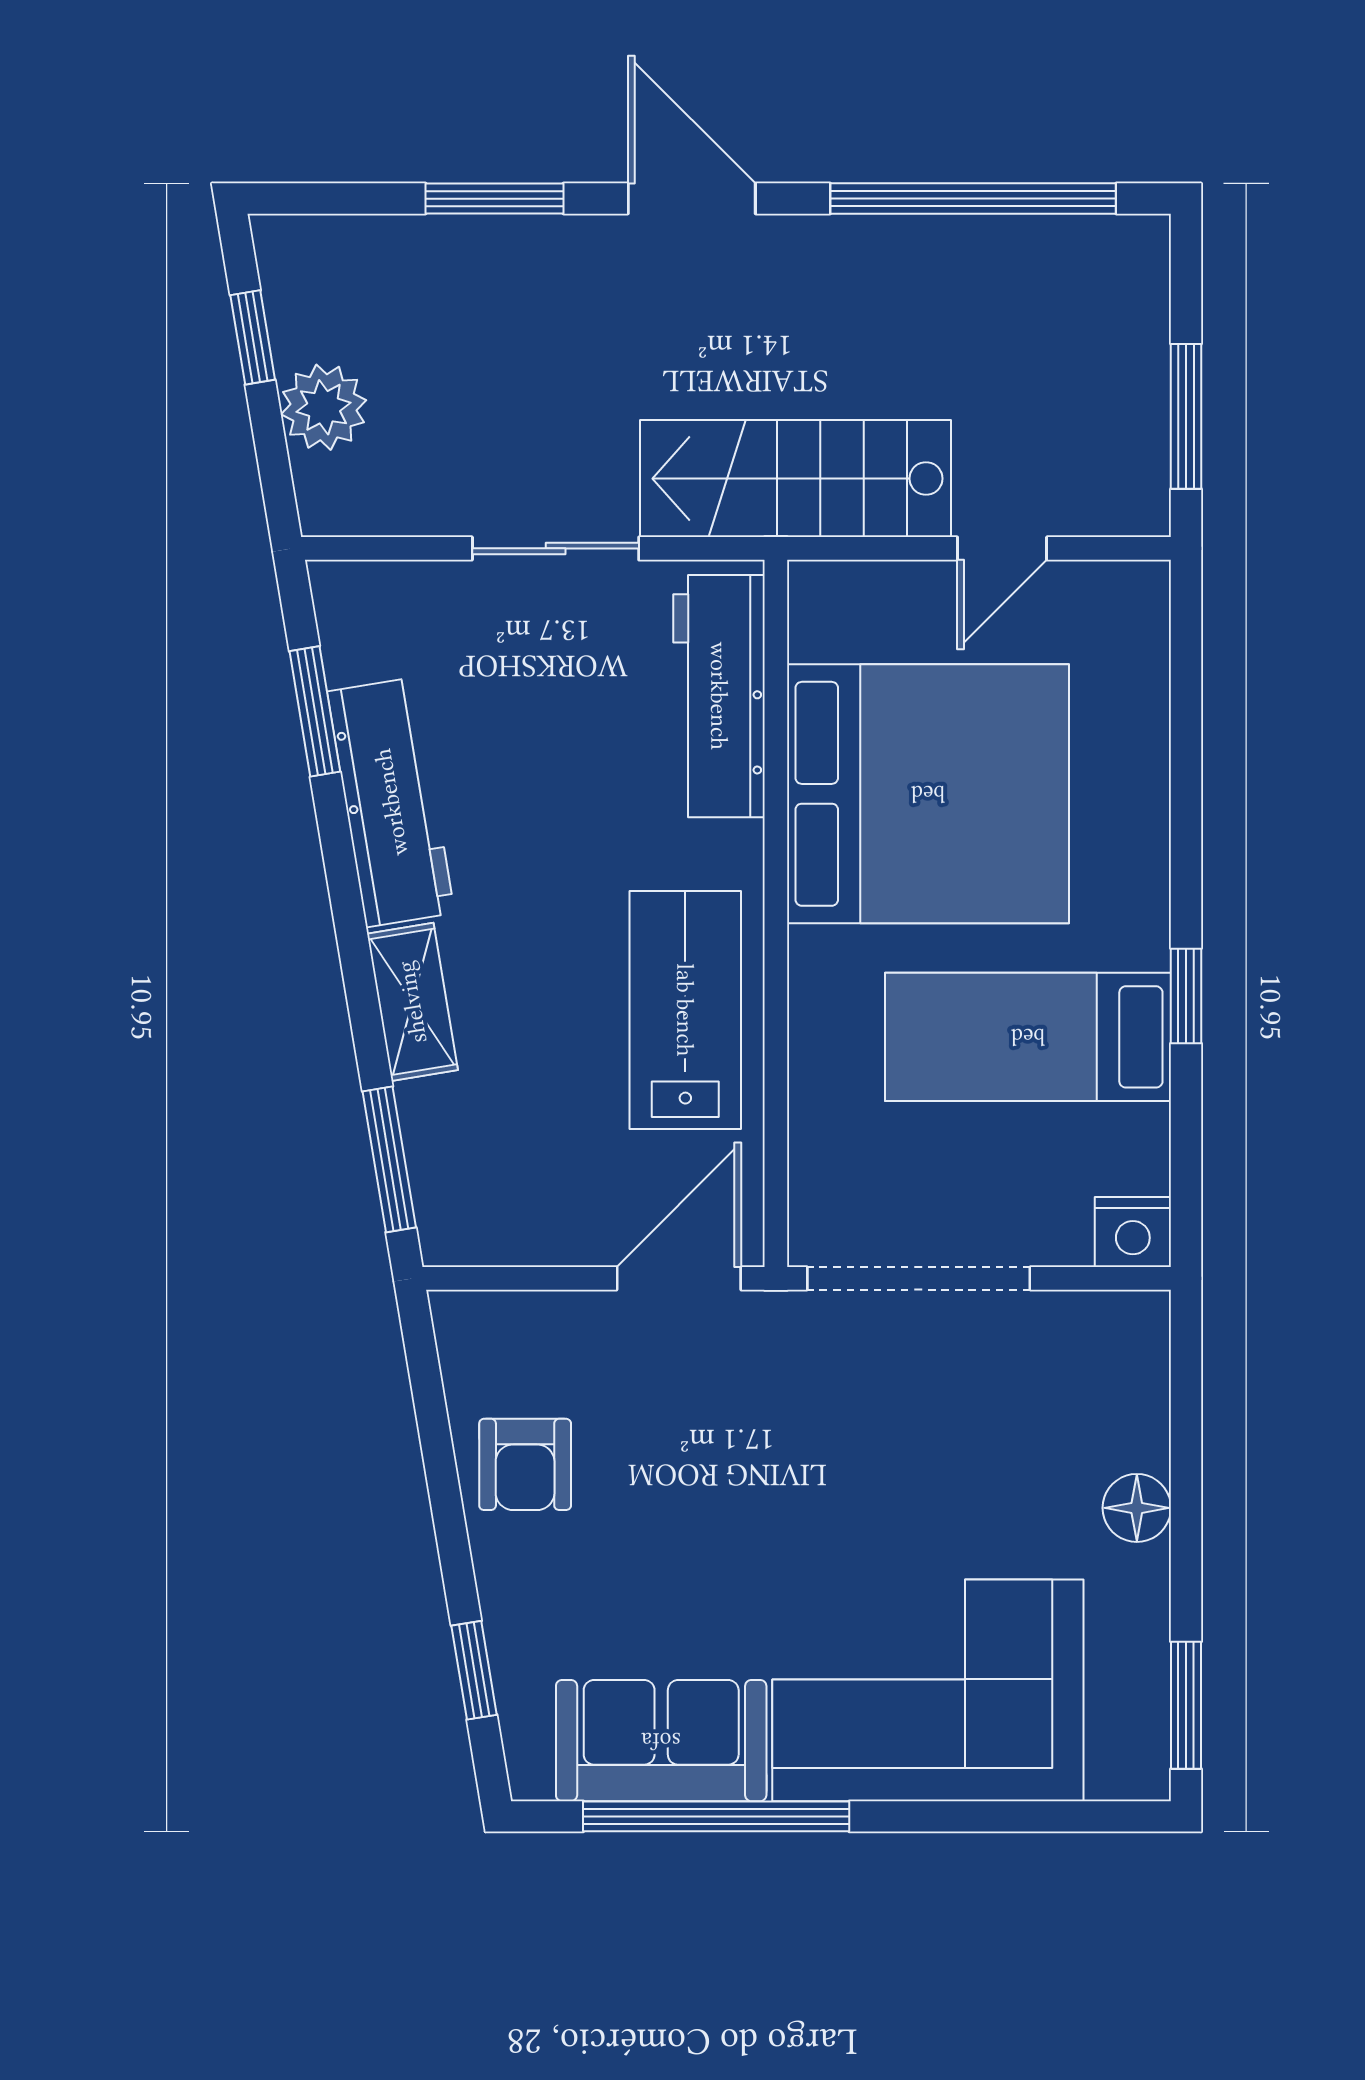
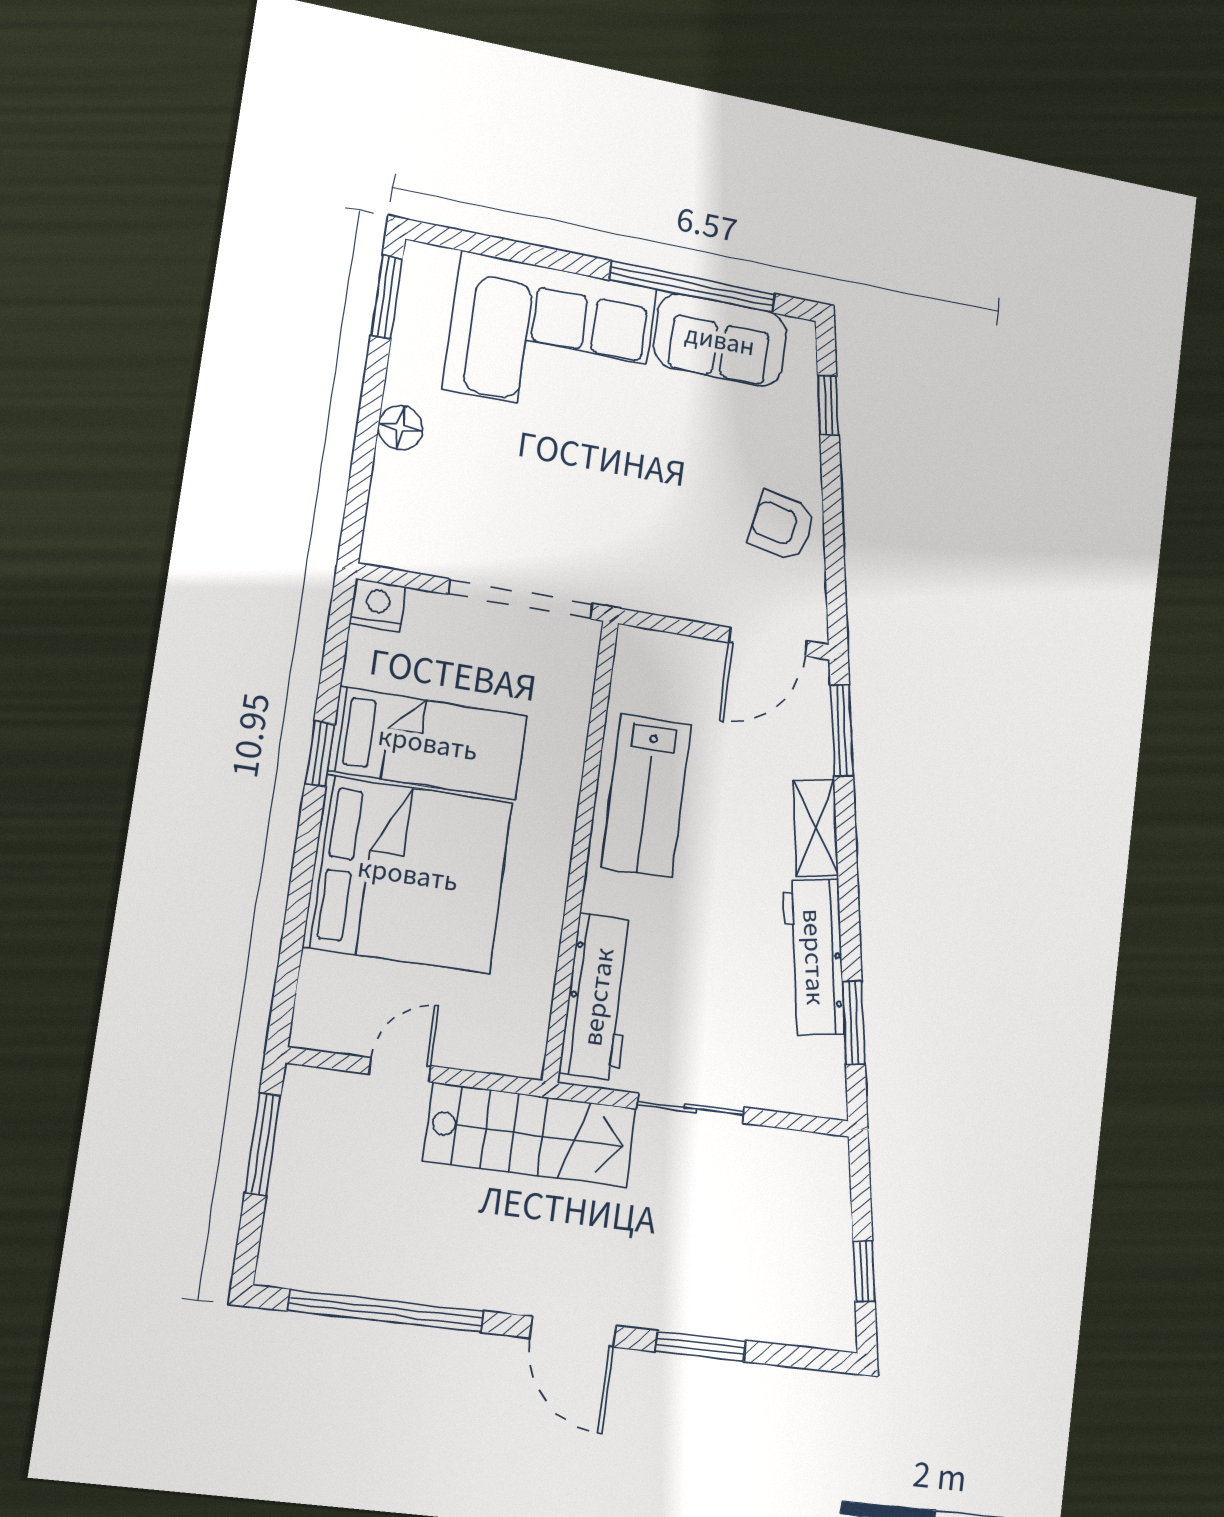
plant: (324, 407) -> (825, 1220), removed
bed: (928, 794) -> (408, 874), moved, turned 180
door: (679, 1278) -> (768, 642), moved
armchair: (525, 1464) -> (782, 526), turned -79

